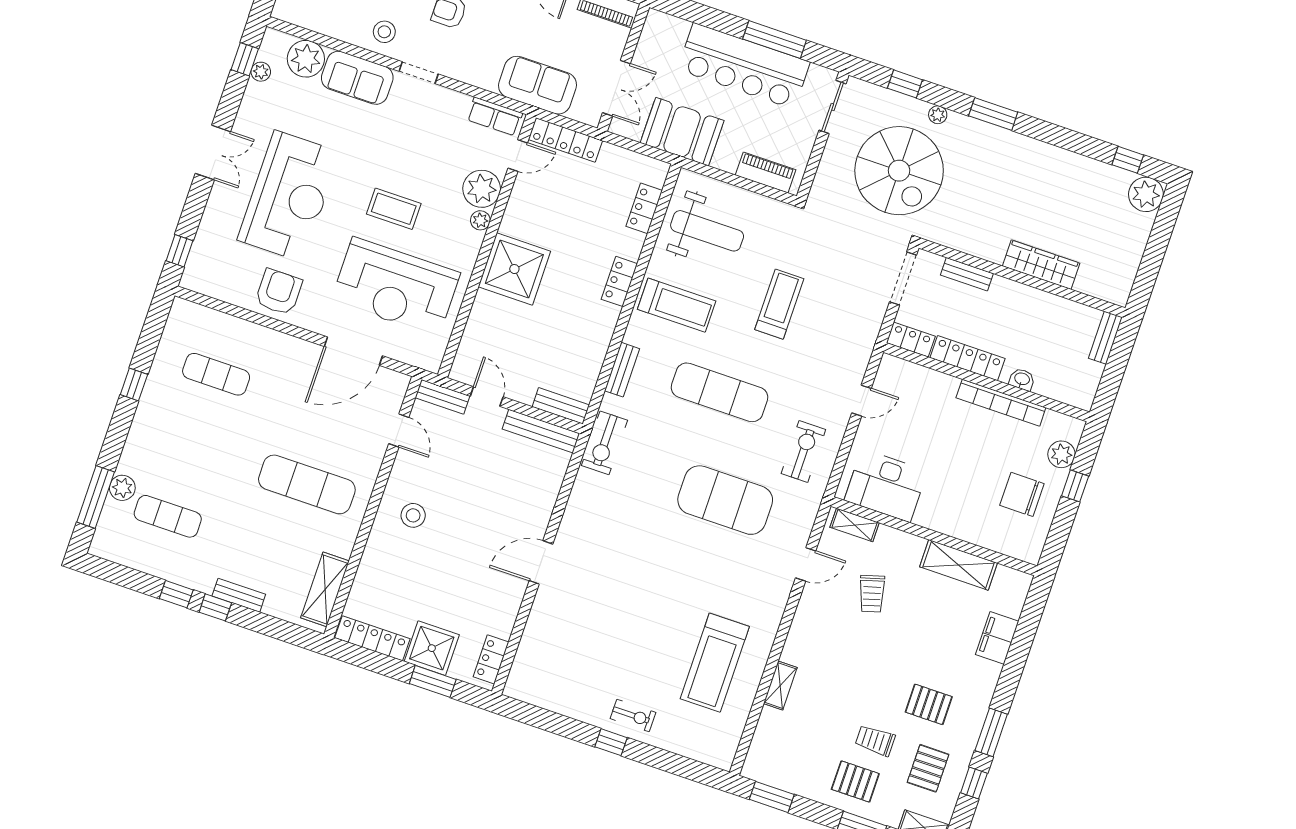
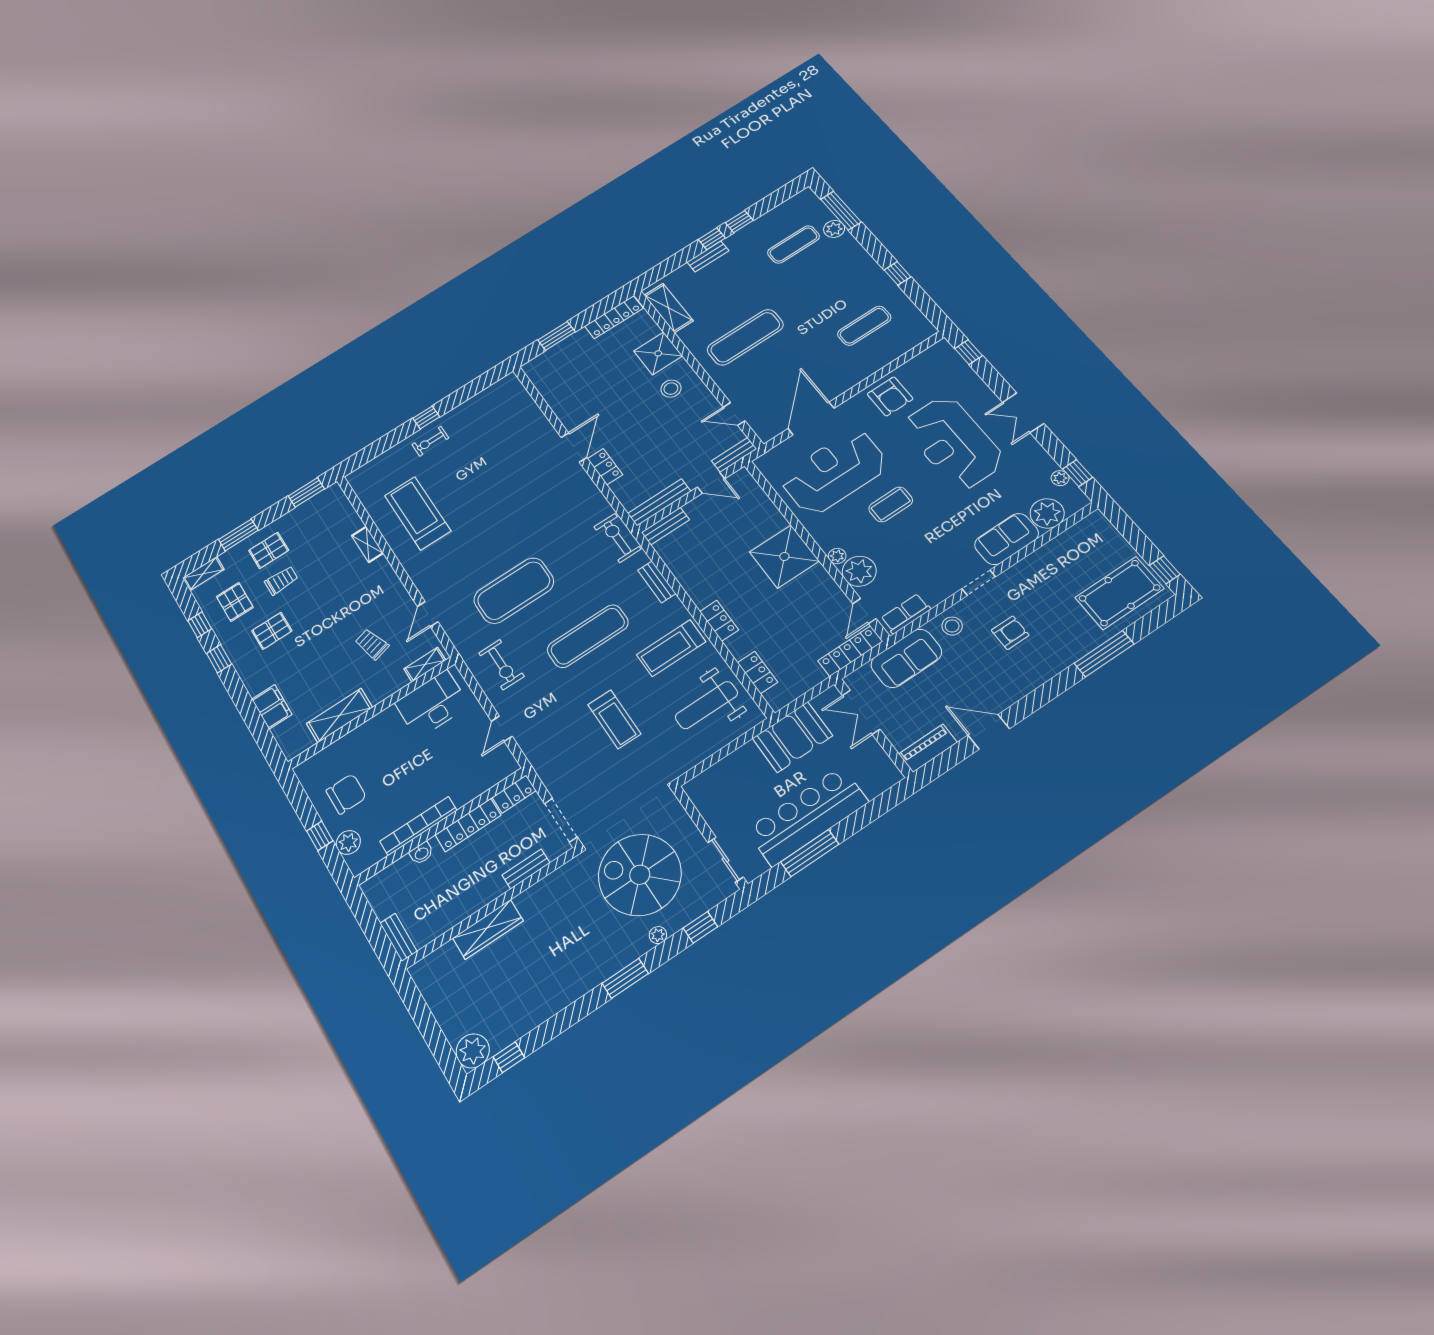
stool: (384, 32) -> (952, 626), moved
piano: (766, 172) -> (716, 776), removed
shower: (432, 648) -> (658, 353), moved
locker: (491, 659) -> (605, 467), moved
window: (991, 732) -> (219, 659), width x0.67

